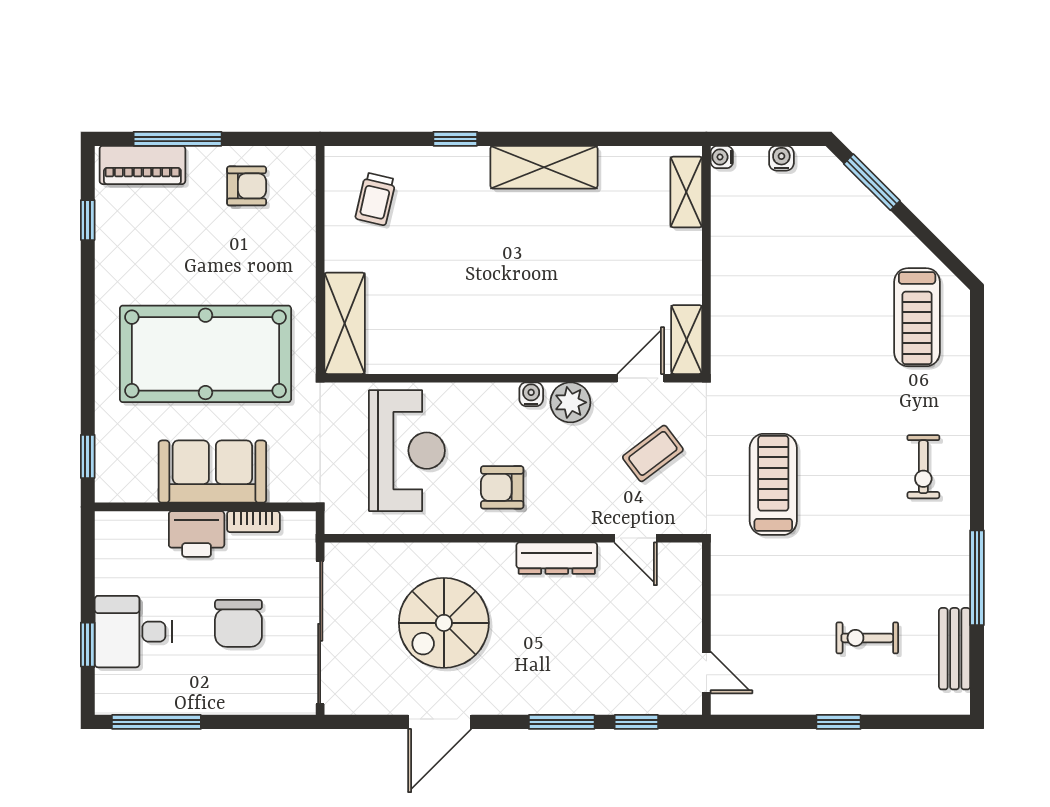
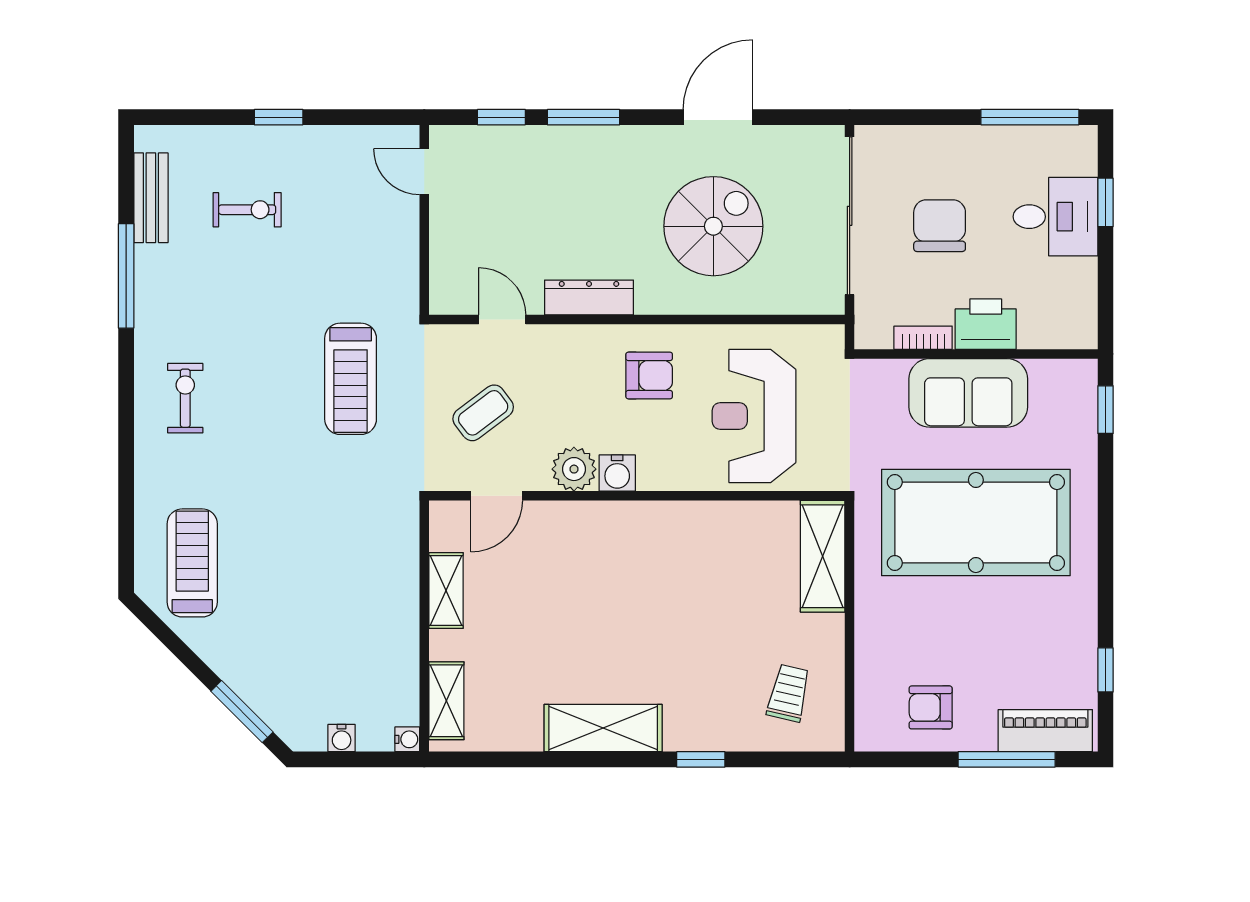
shelving: (687, 340) -> (446, 591), moved
water cooler: (531, 394) -> (617, 473), width x1.38, depth x1.38

